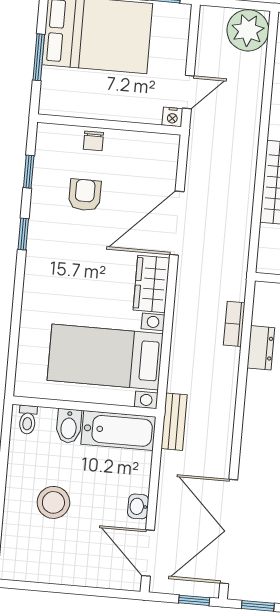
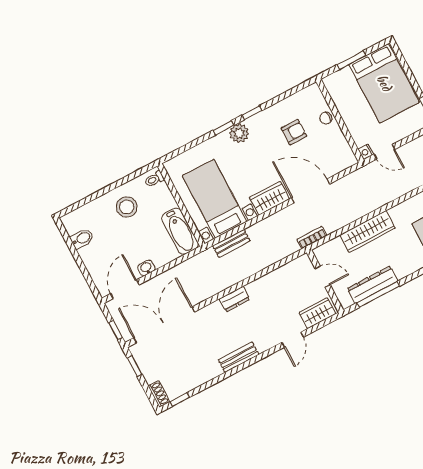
window: (29, 172) -> (223, 128), moved
plant: (39, 268) -> (239, 133), added
bookcase: (234, 324) -> (312, 238), moved
dresser: (261, 348) -> (235, 299), moved
bench: (174, 422) -> (231, 243), moved
bidet: (69, 426) -> (82, 238), moved, turned 180
stool: (53, 502) -> (127, 207), moved

